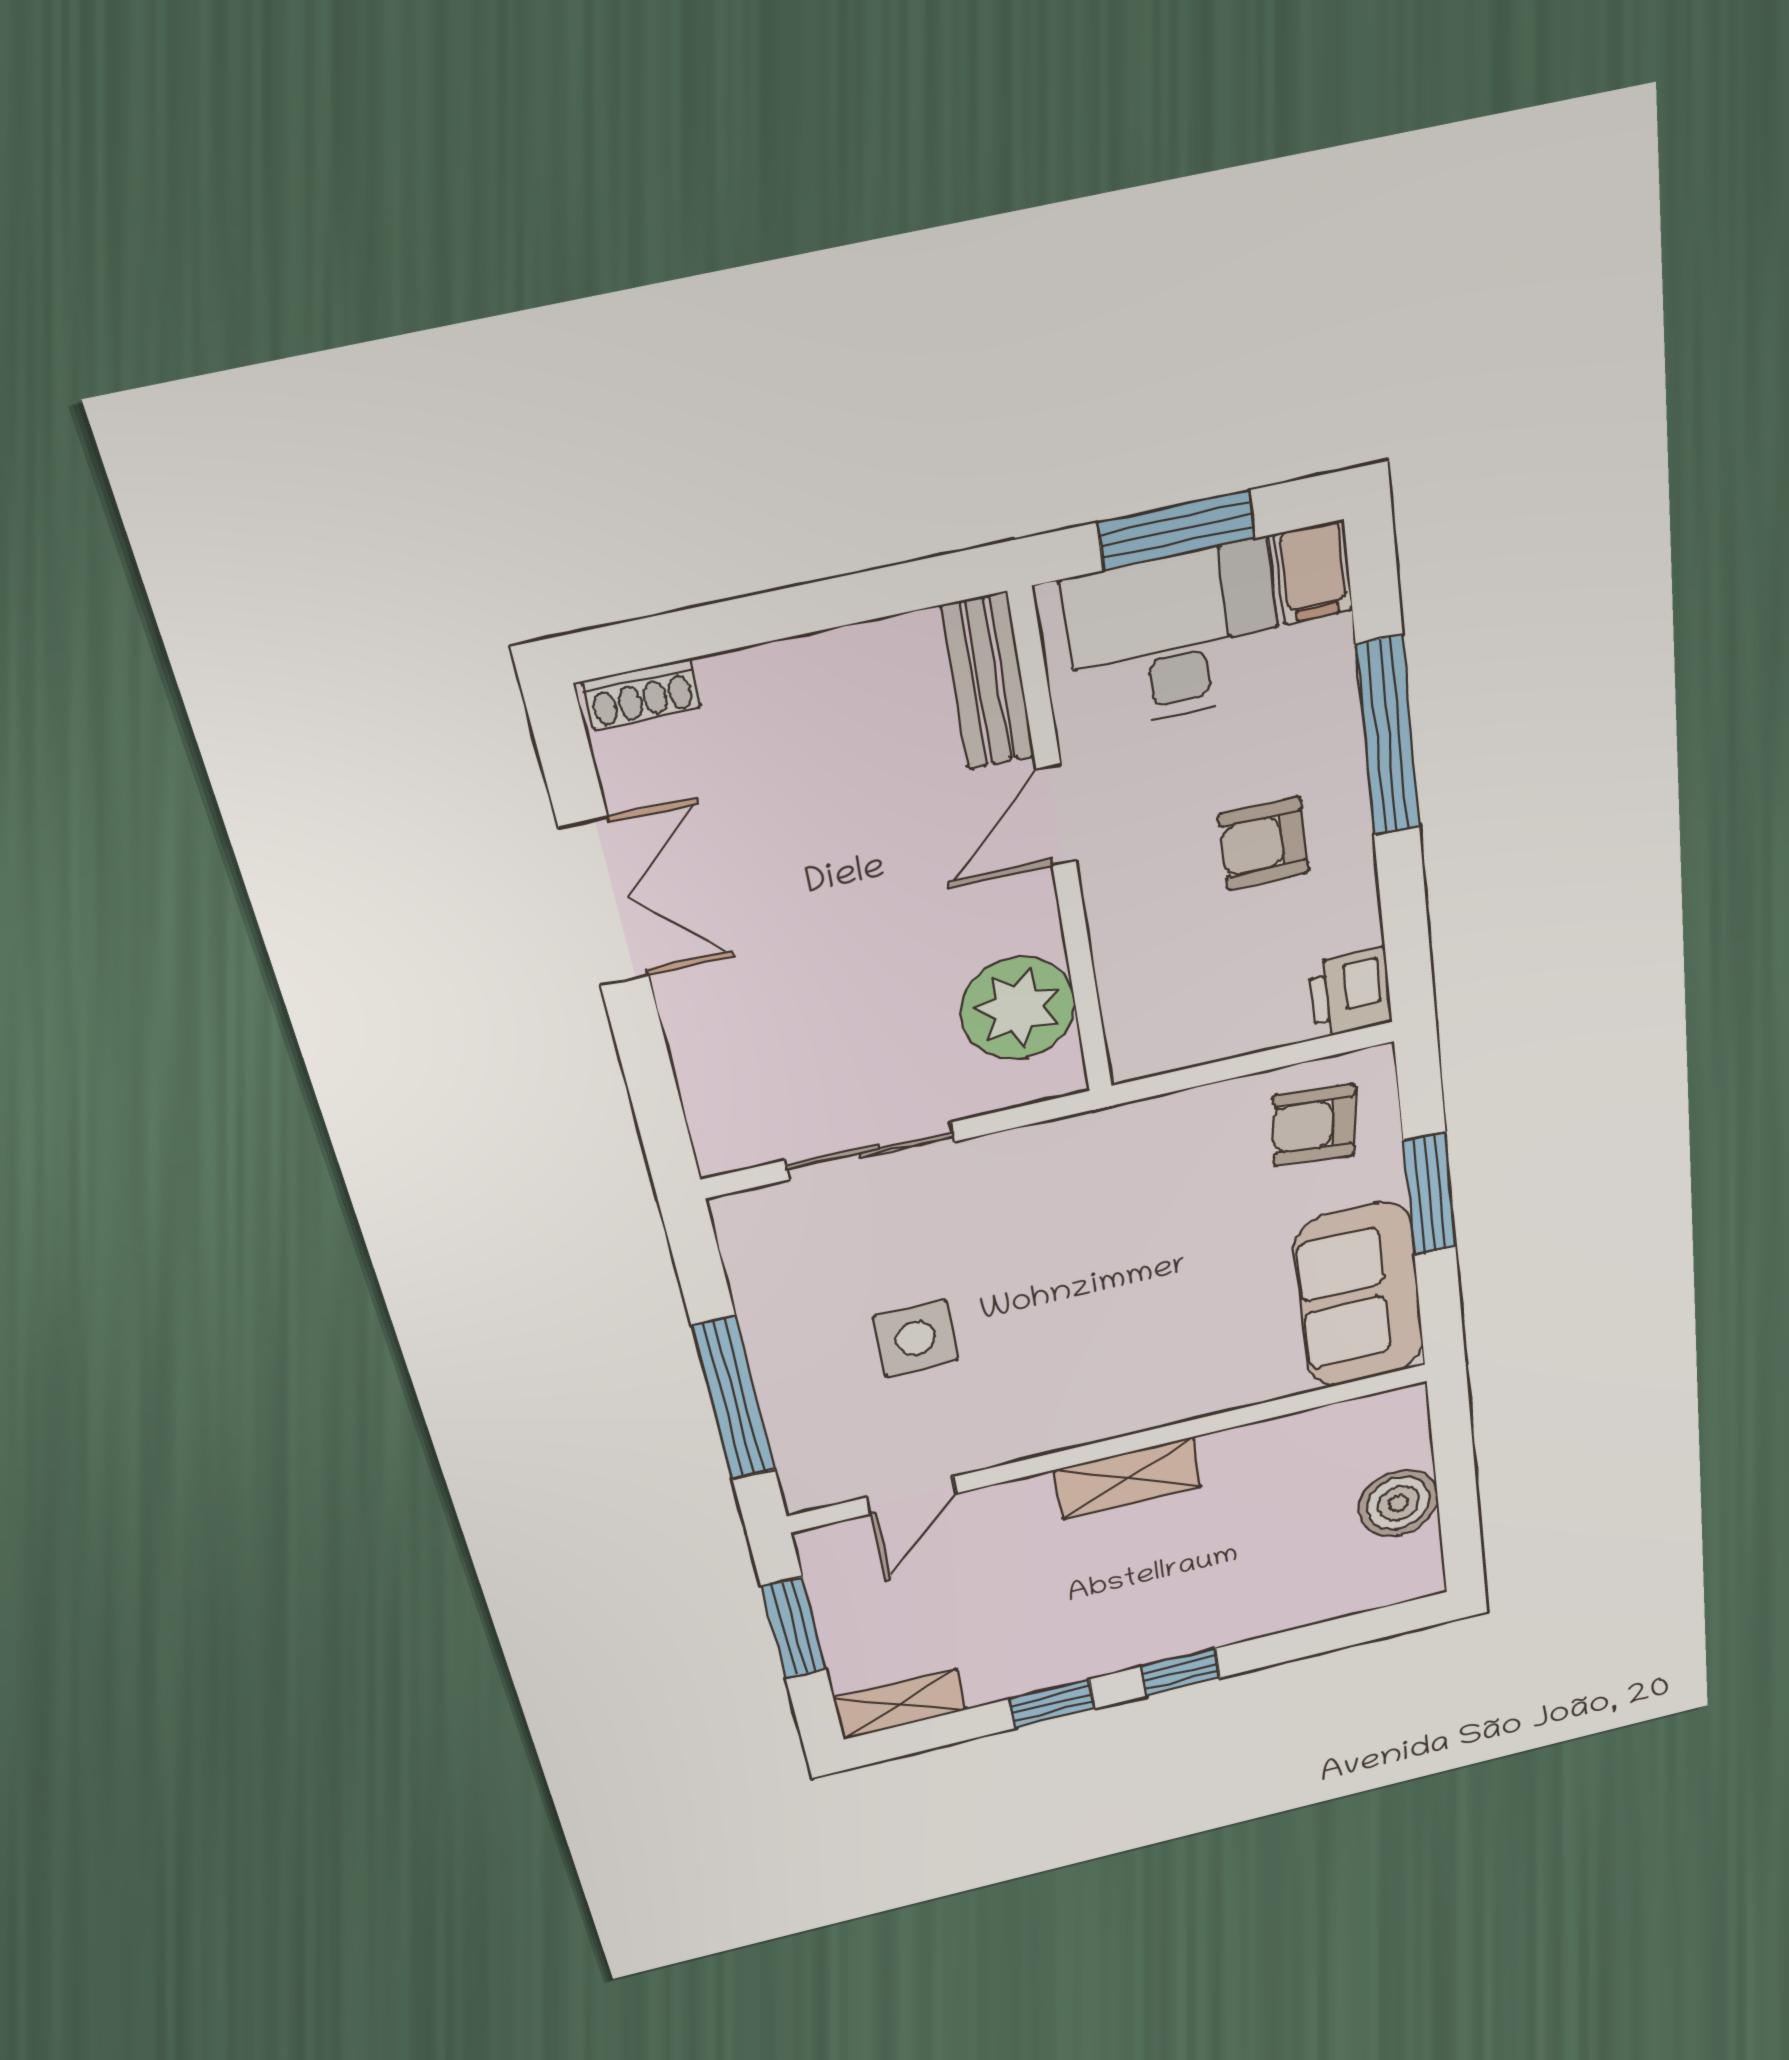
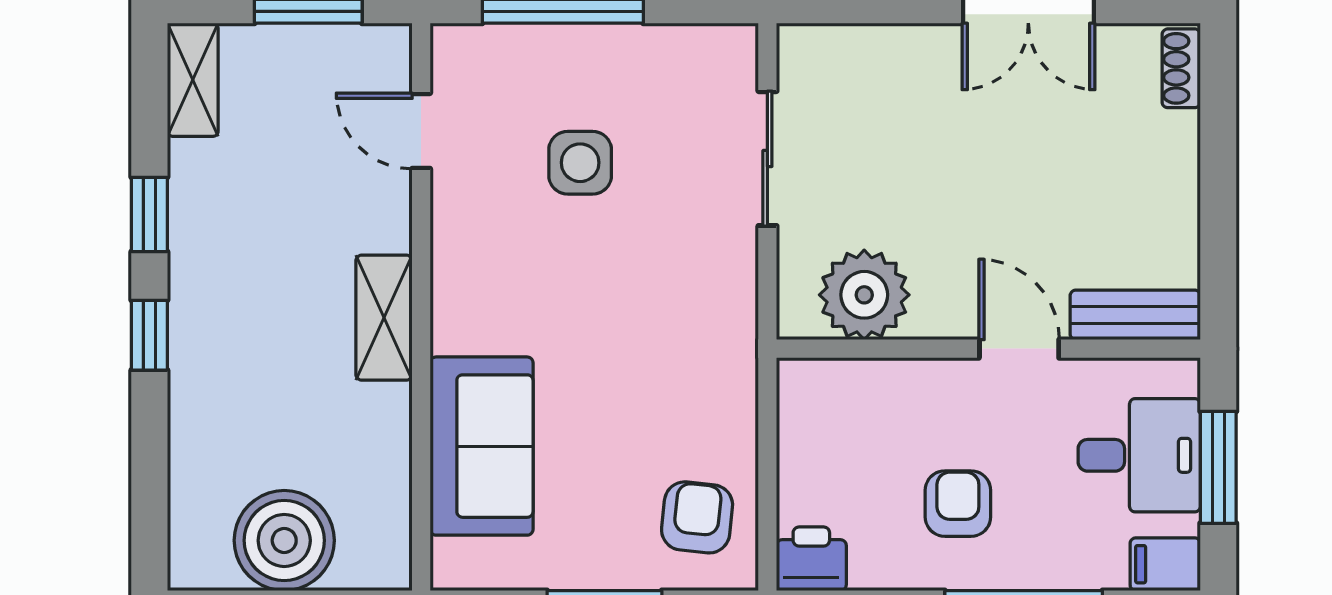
desk: (1174, 636) -> (1139, 455), width x0.73
sofa: (1359, 1295) -> (482, 446), moved, turned 90
boiler: (1398, 1503) -> (284, 540), width x1.37, depth x1.37

